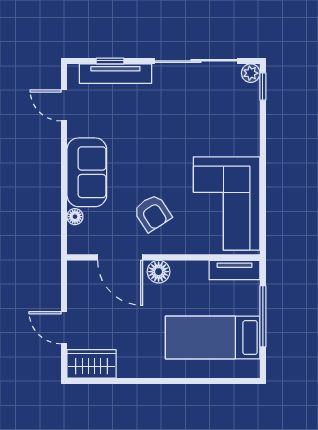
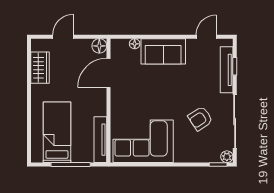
armchair: (152, 213) -> (200, 119), moved
tv unit: (235, 270) -> (100, 140), width x1.41
floor lamp: (159, 272) -> (99, 46), moved
wardrobe: (92, 364) -> (40, 68), moved

